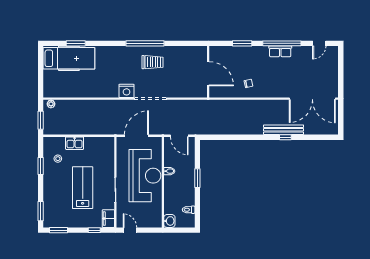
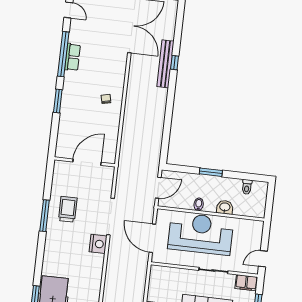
window: (145, 43) -> (45, 216), width x0.68
wall: (208, 72) -> (85, 162), moved
door: (208, 74) -> (87, 162), moved
washbasin: (169, 221) -> (225, 207), moved

